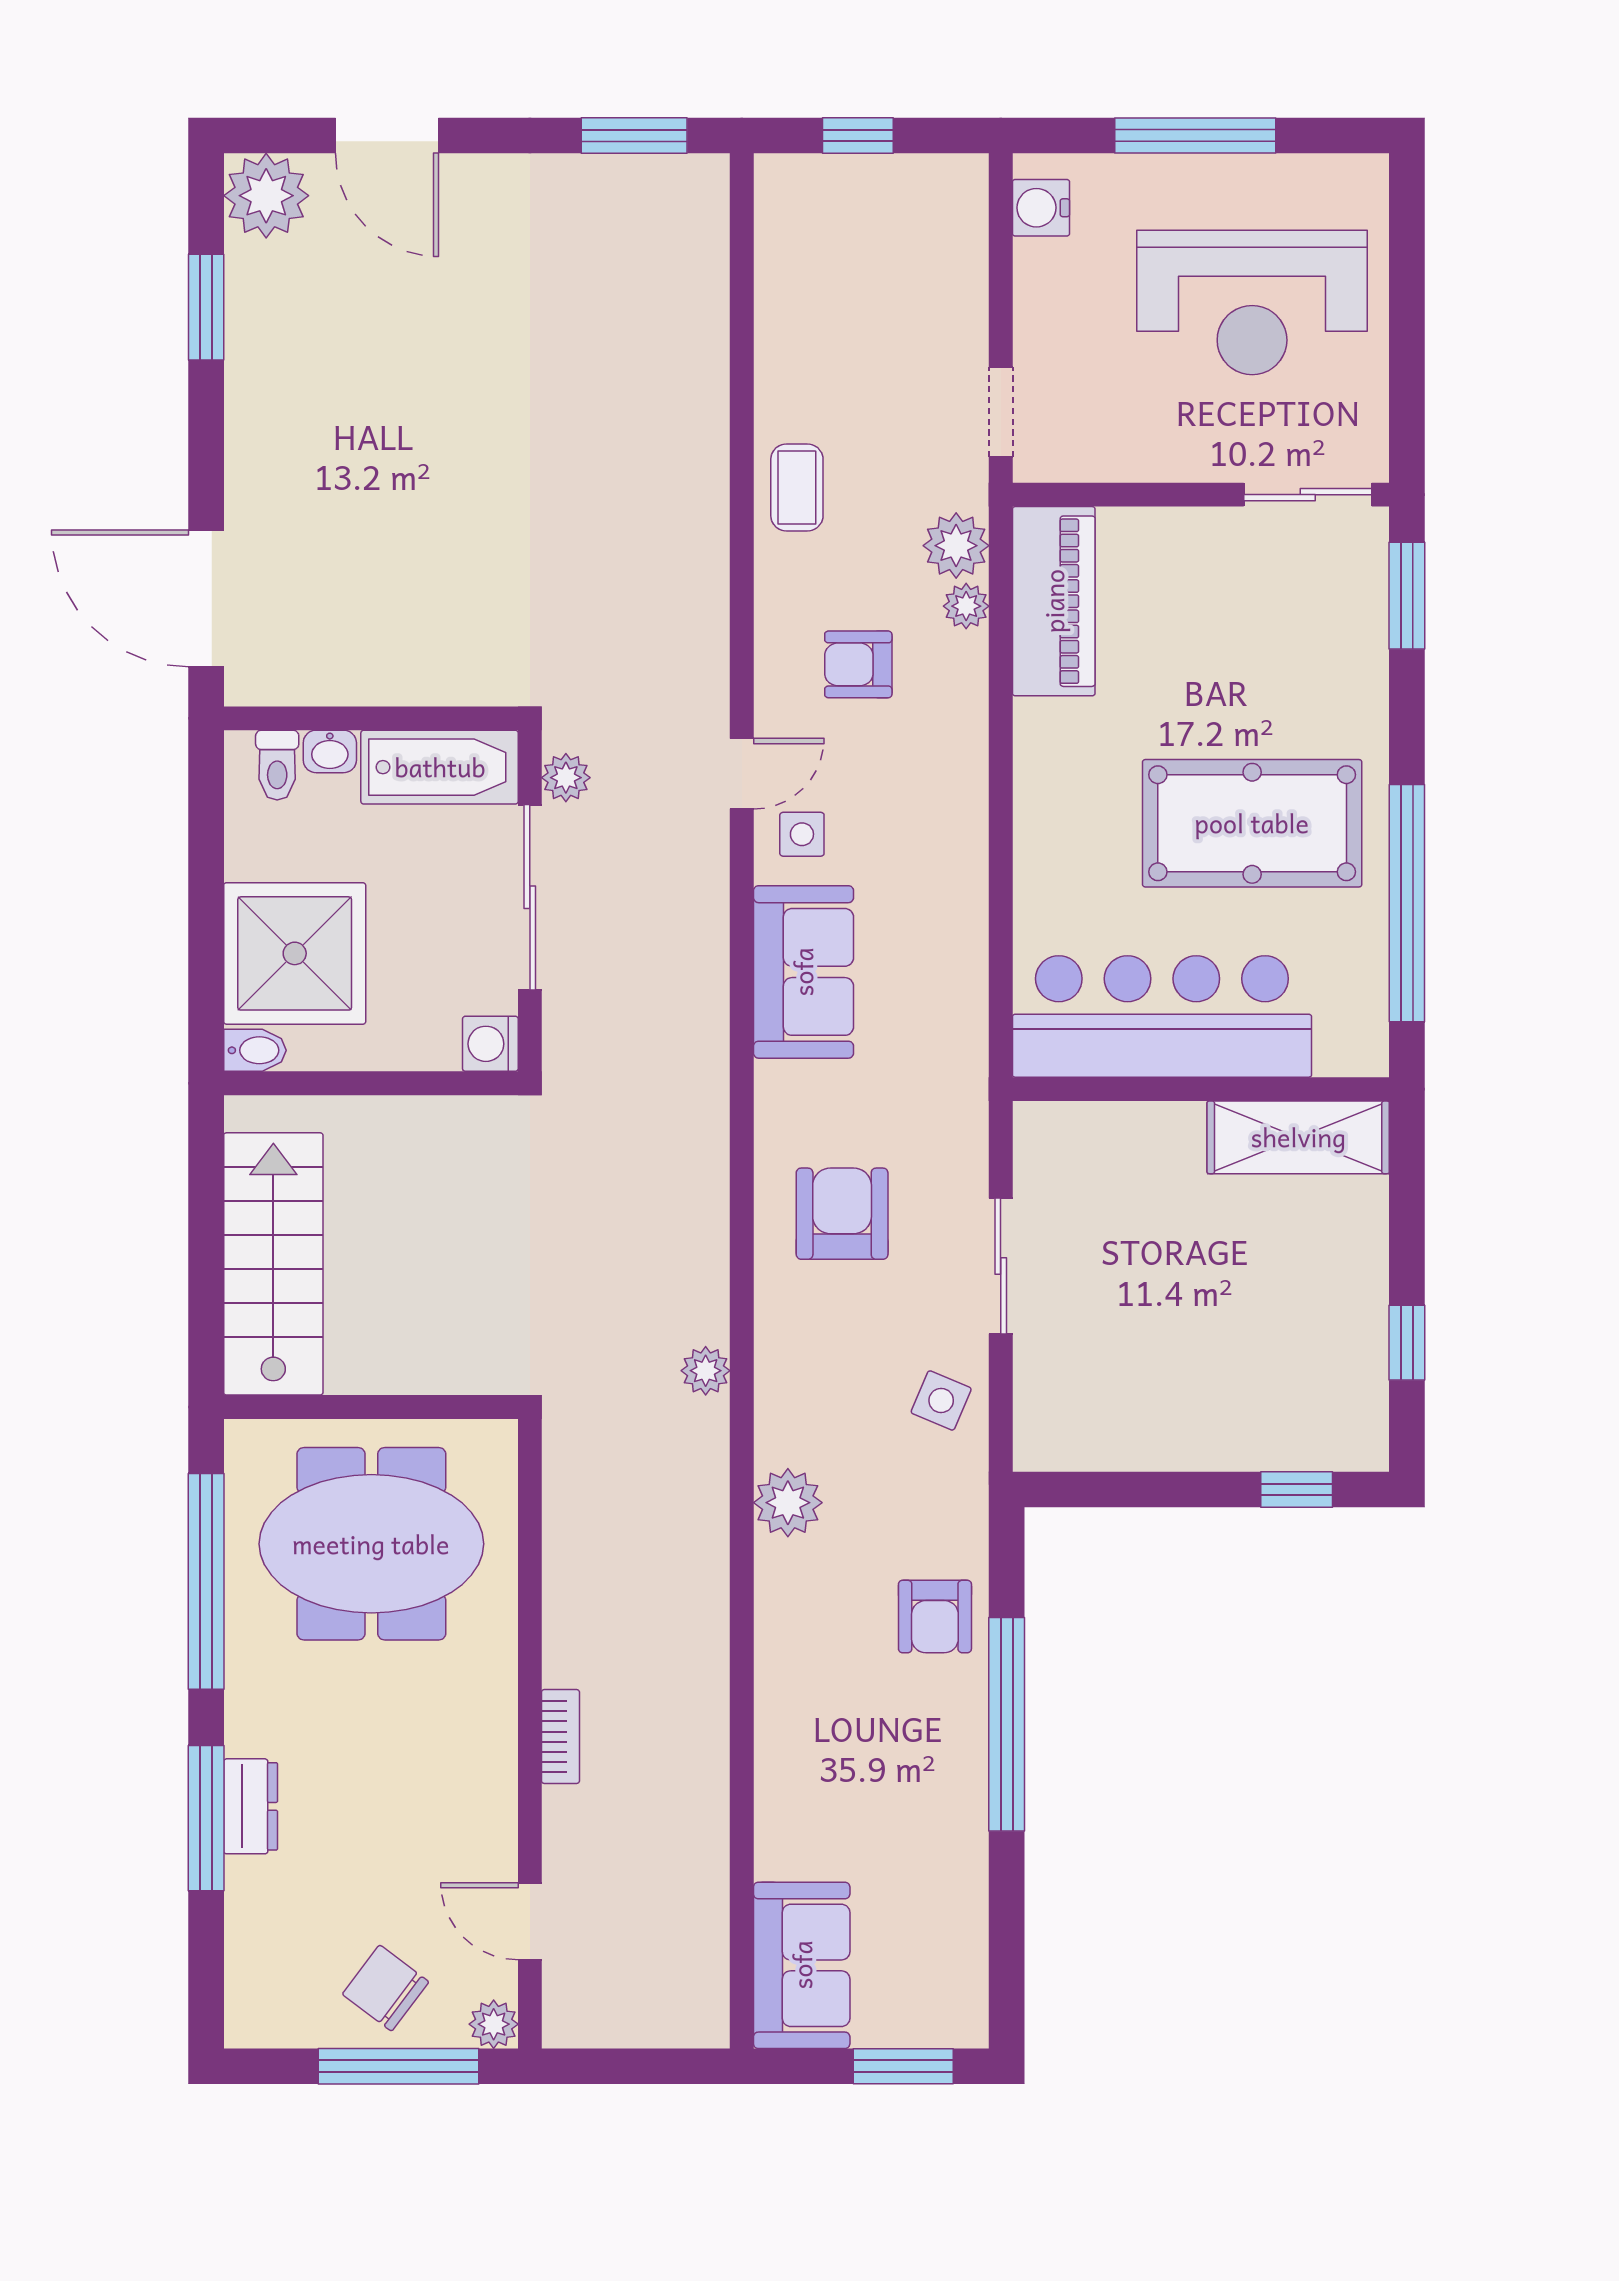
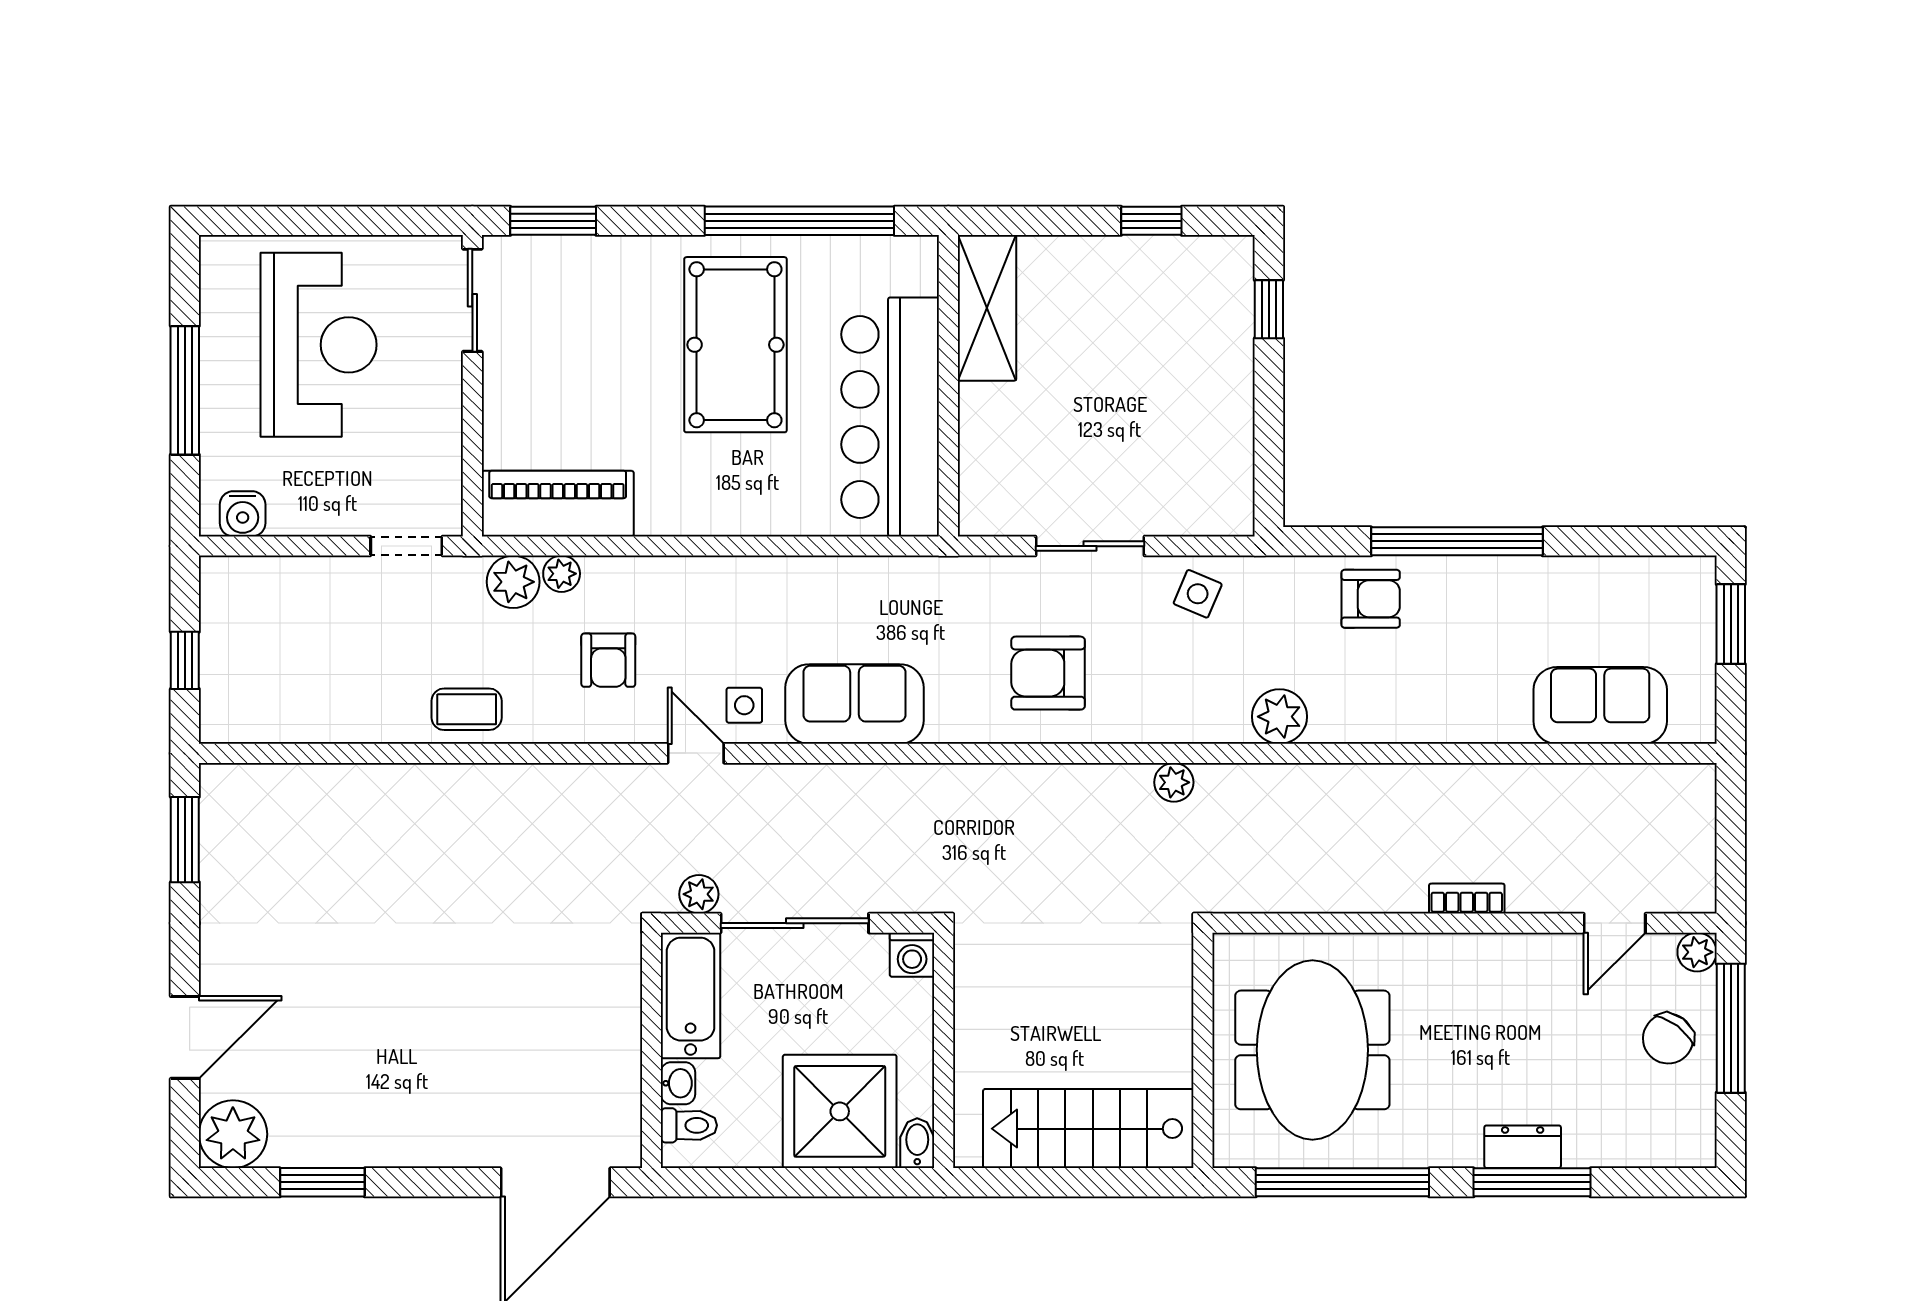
sofa: (802, 1965) -> (1600, 705), moved

